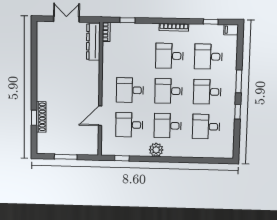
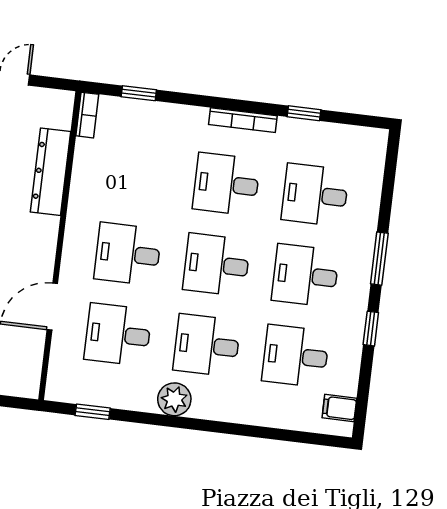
window: (211, 22) -> (304, 113), moved
filing cabinet: (231, 30) -> (339, 408), moved
dresser: (93, 42) -> (51, 172), moved

